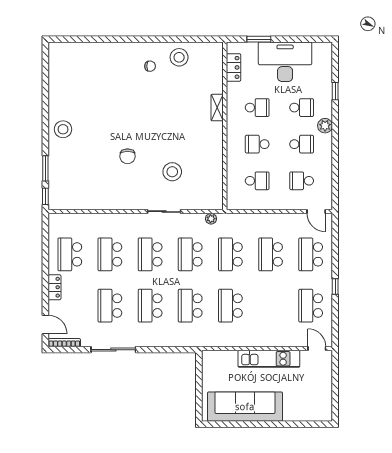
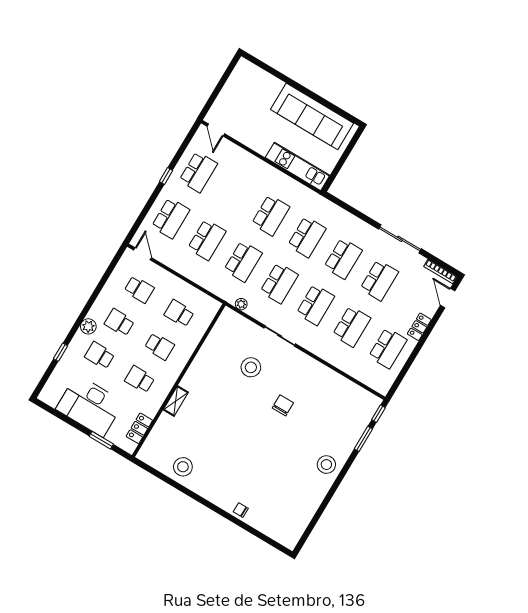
chair: (150, 66) -> (241, 510), moved
kitchen unit: (269, 359) -> (298, 166), moved

